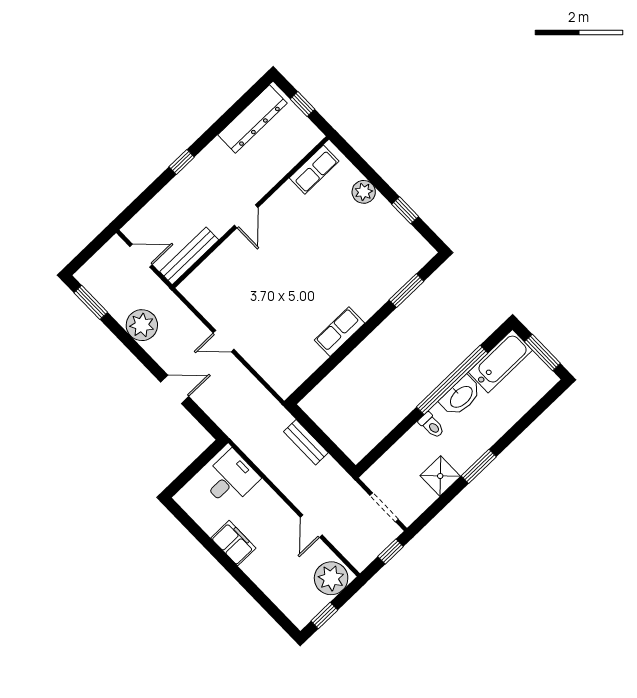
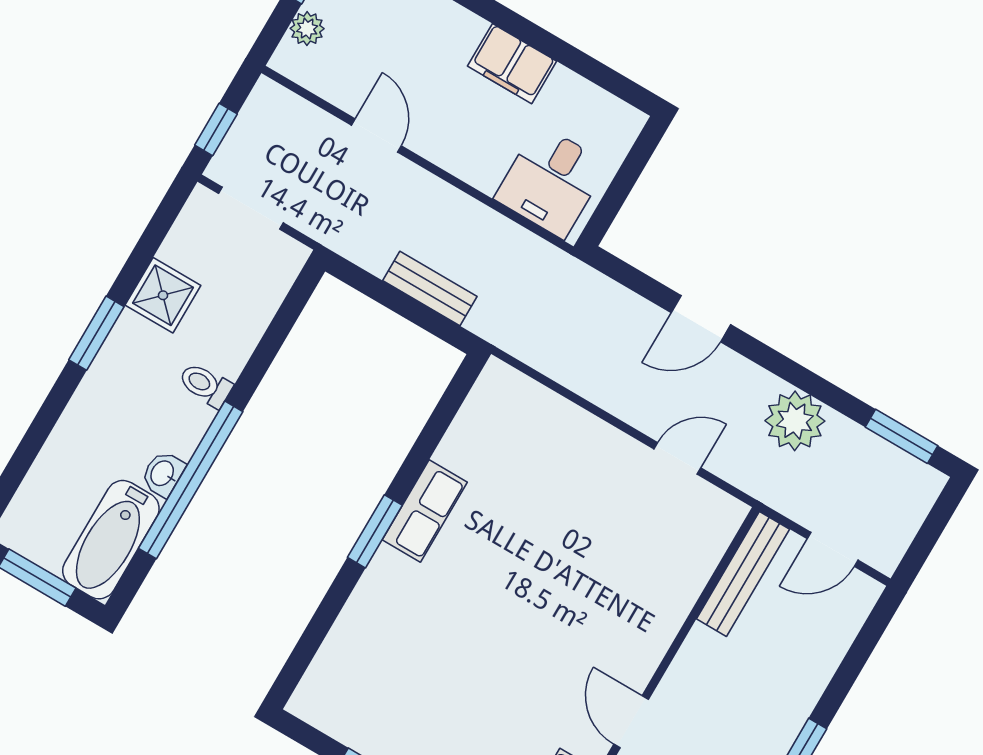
door: (246, 216) -> (631, 722), moved
window: (406, 291) -> (375, 531), moved
door: (224, 341) -> (677, 458), moved
washbasin: (461, 396) -> (163, 474), width x0.52, depth x0.69
plant: (331, 578) -> (307, 29), width x0.53, depth x0.53

